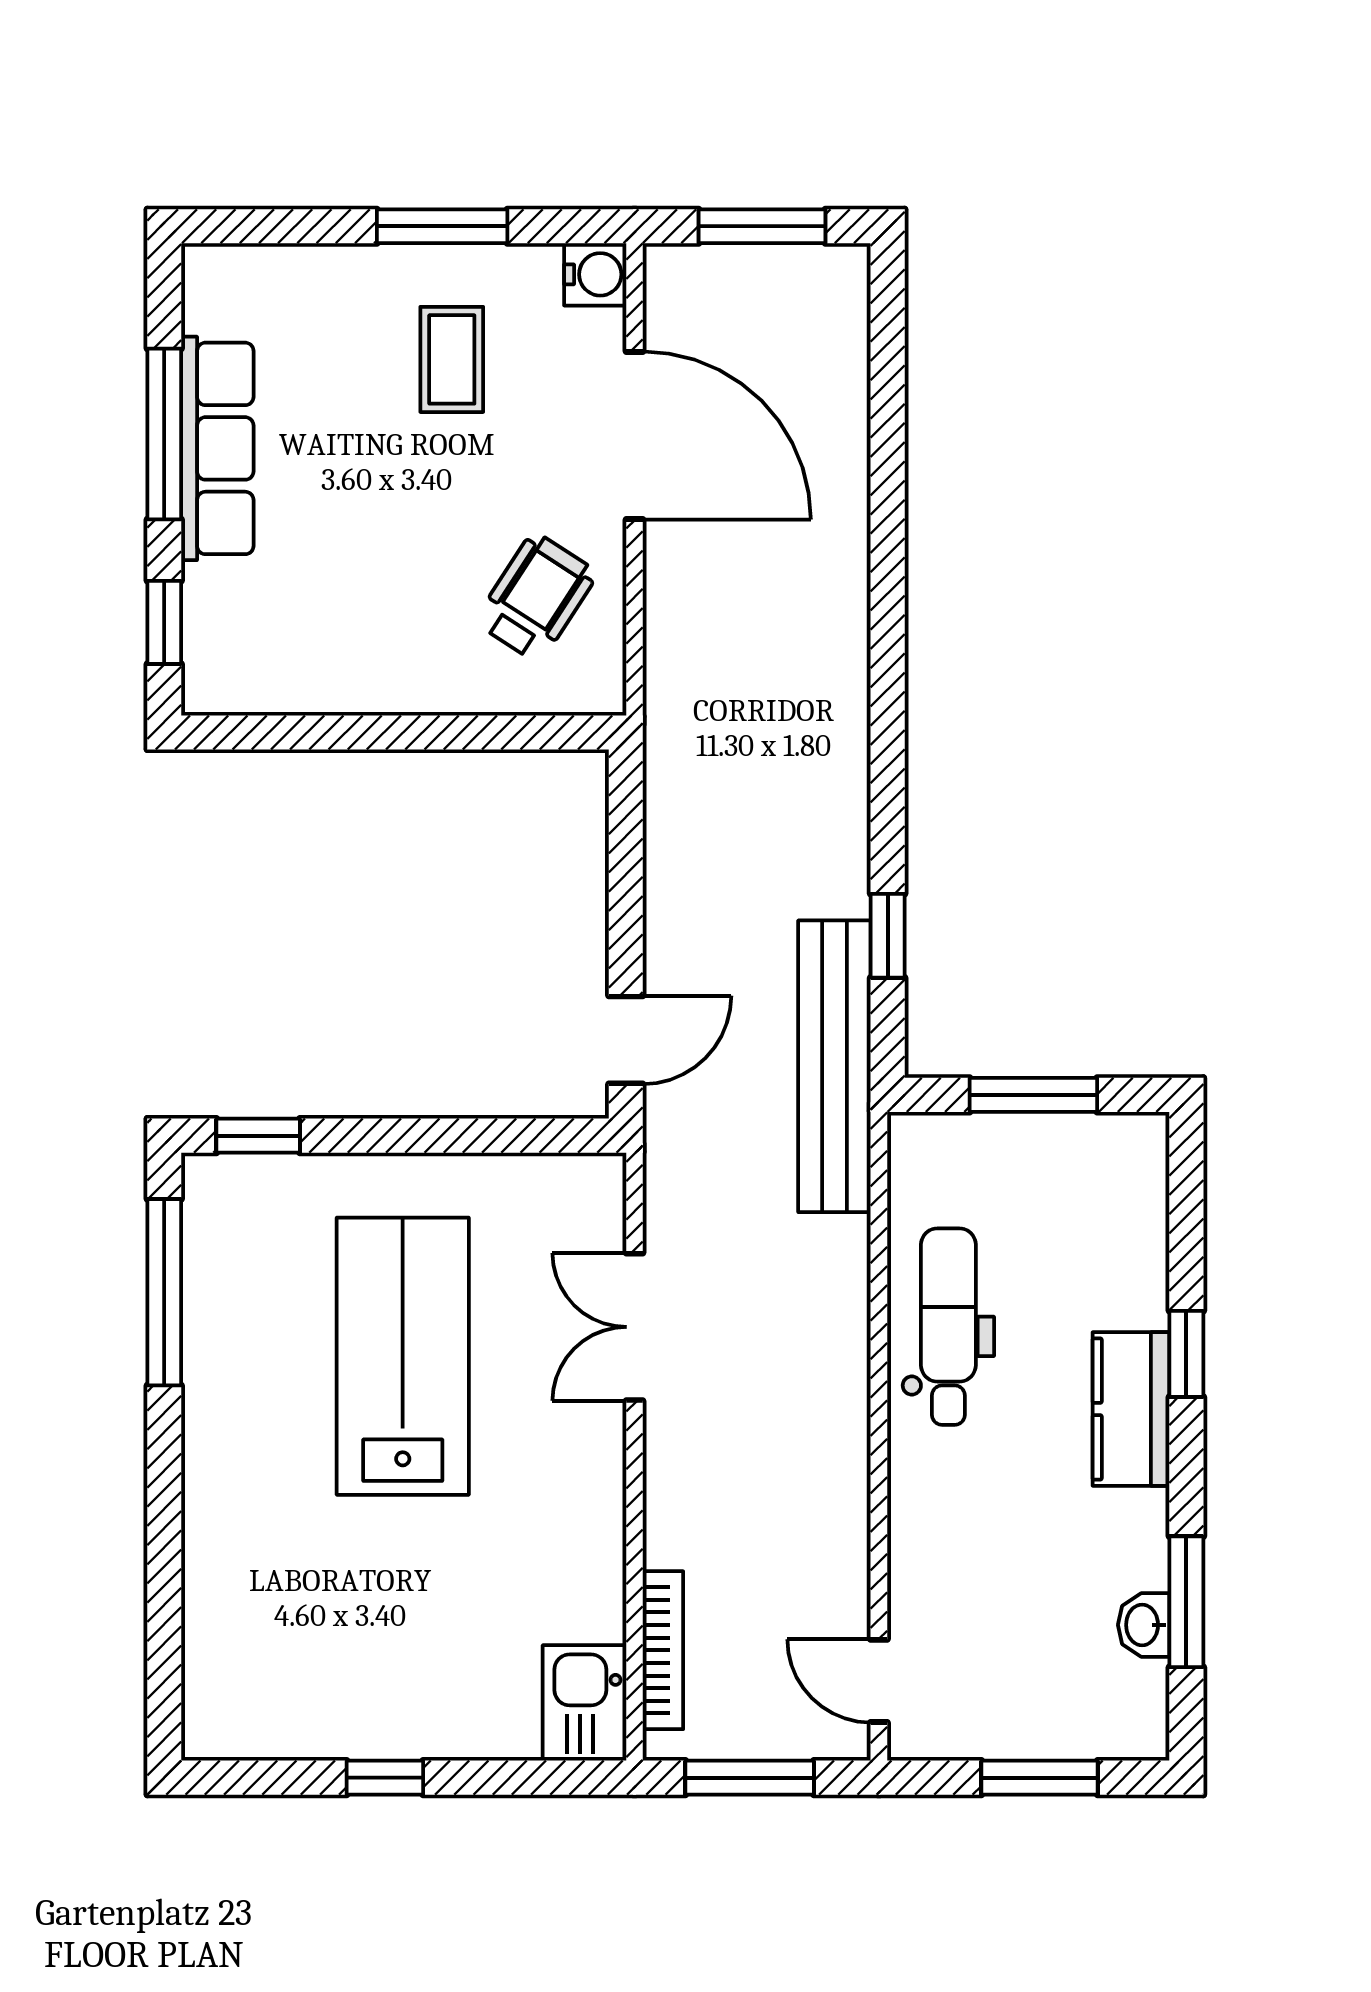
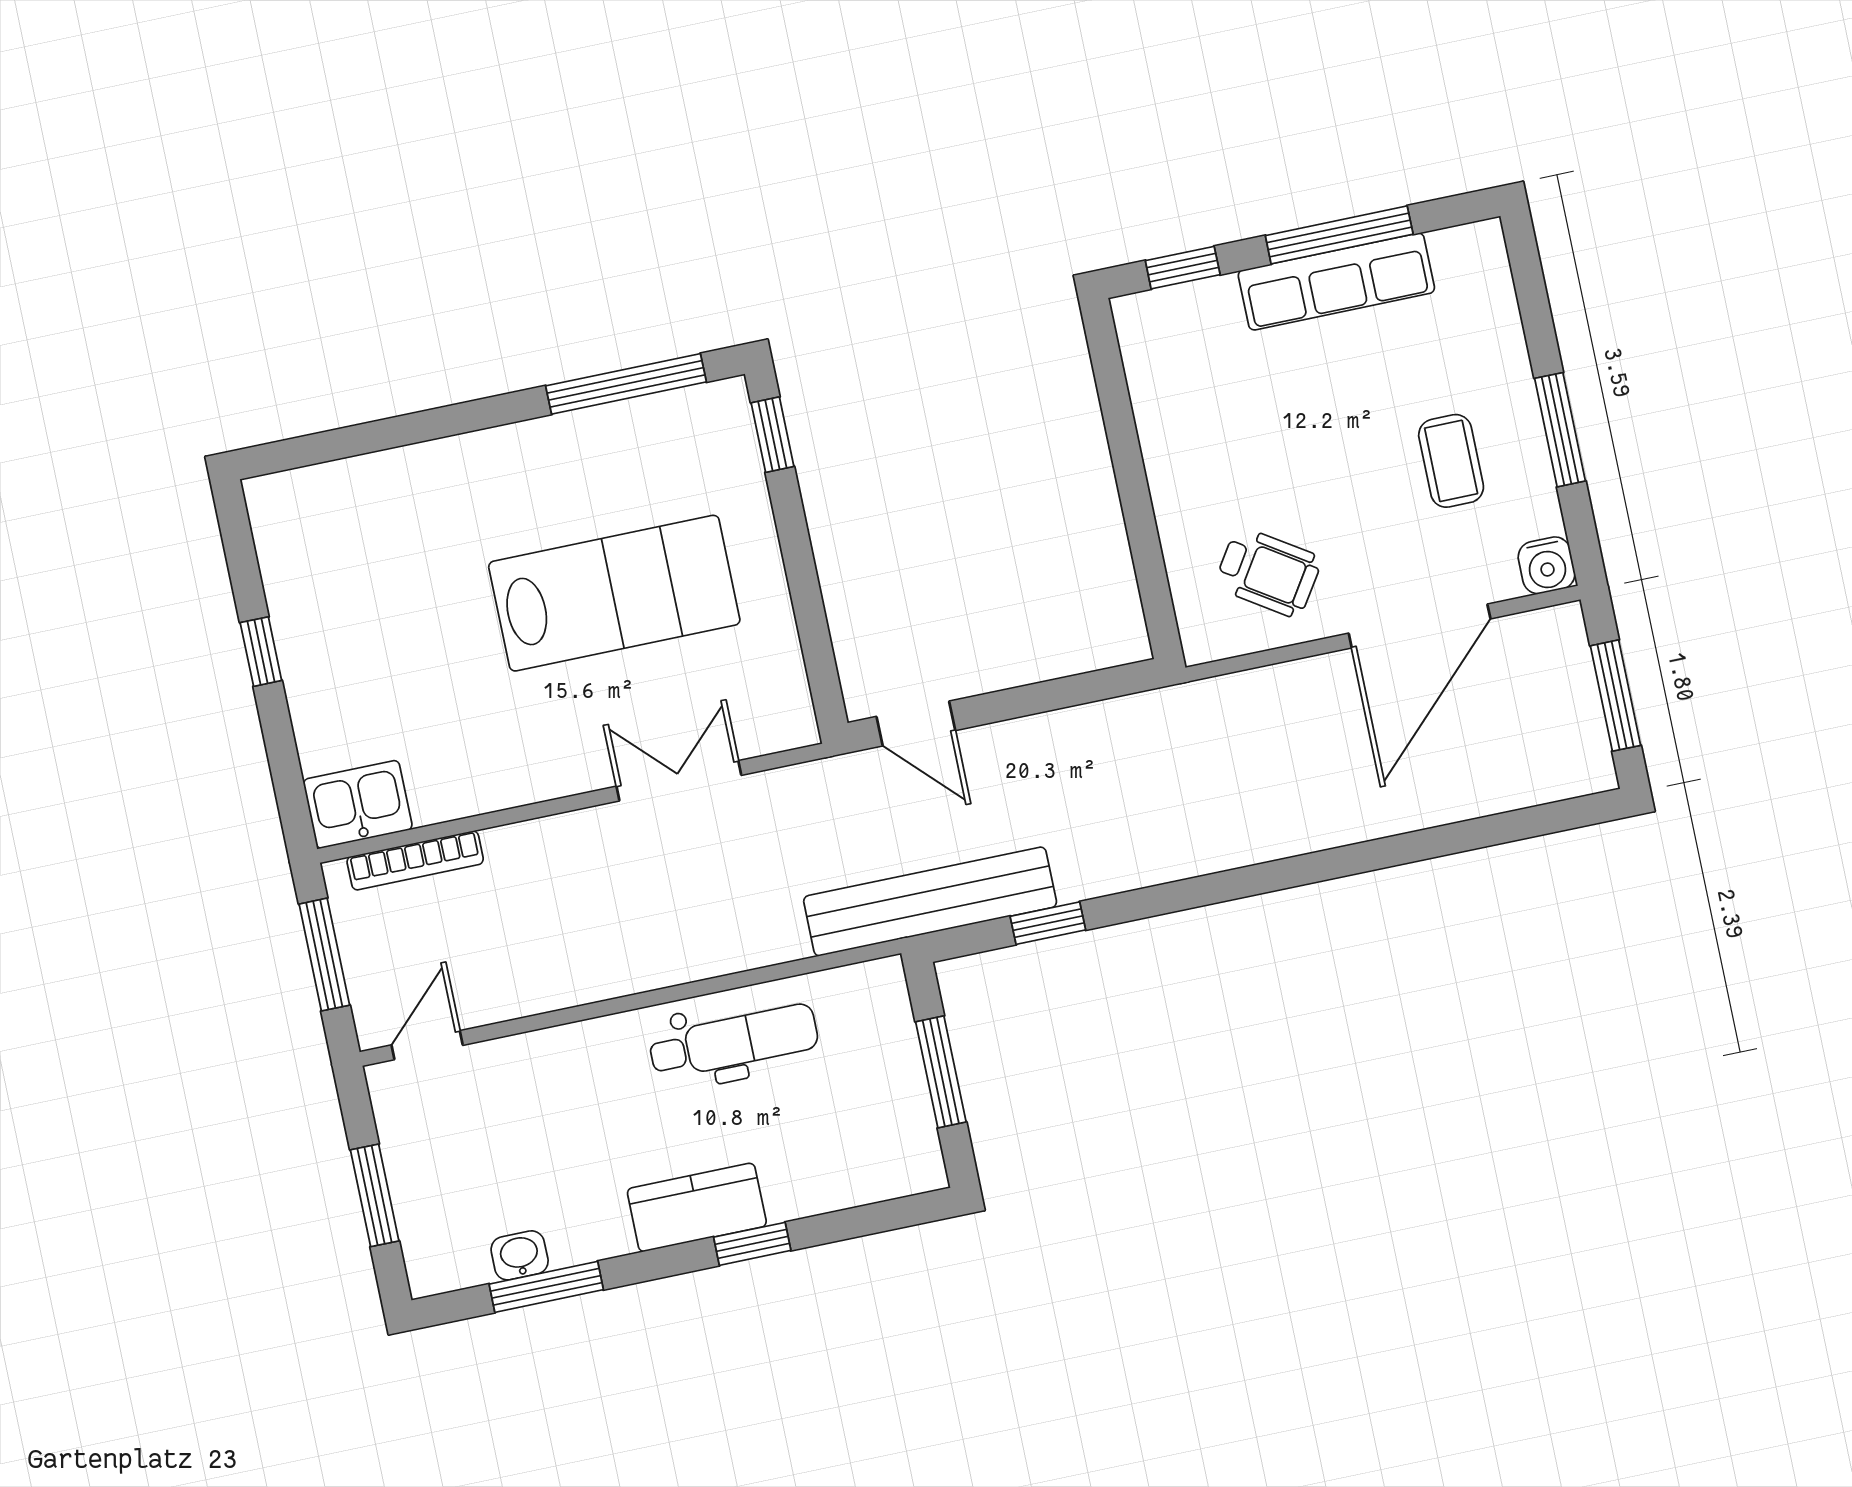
coffee table: (452, 359) -> (1451, 461), turned 90

